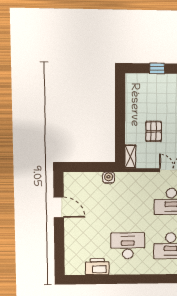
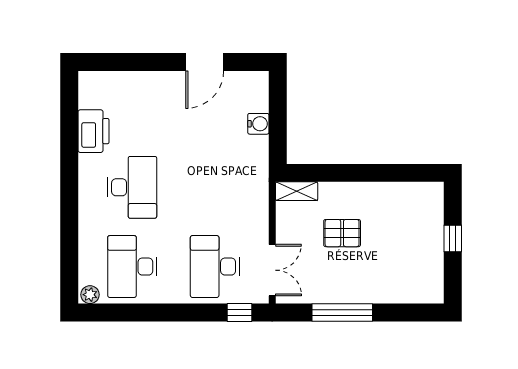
water cooler: (109, 178) -> (258, 124), moved

